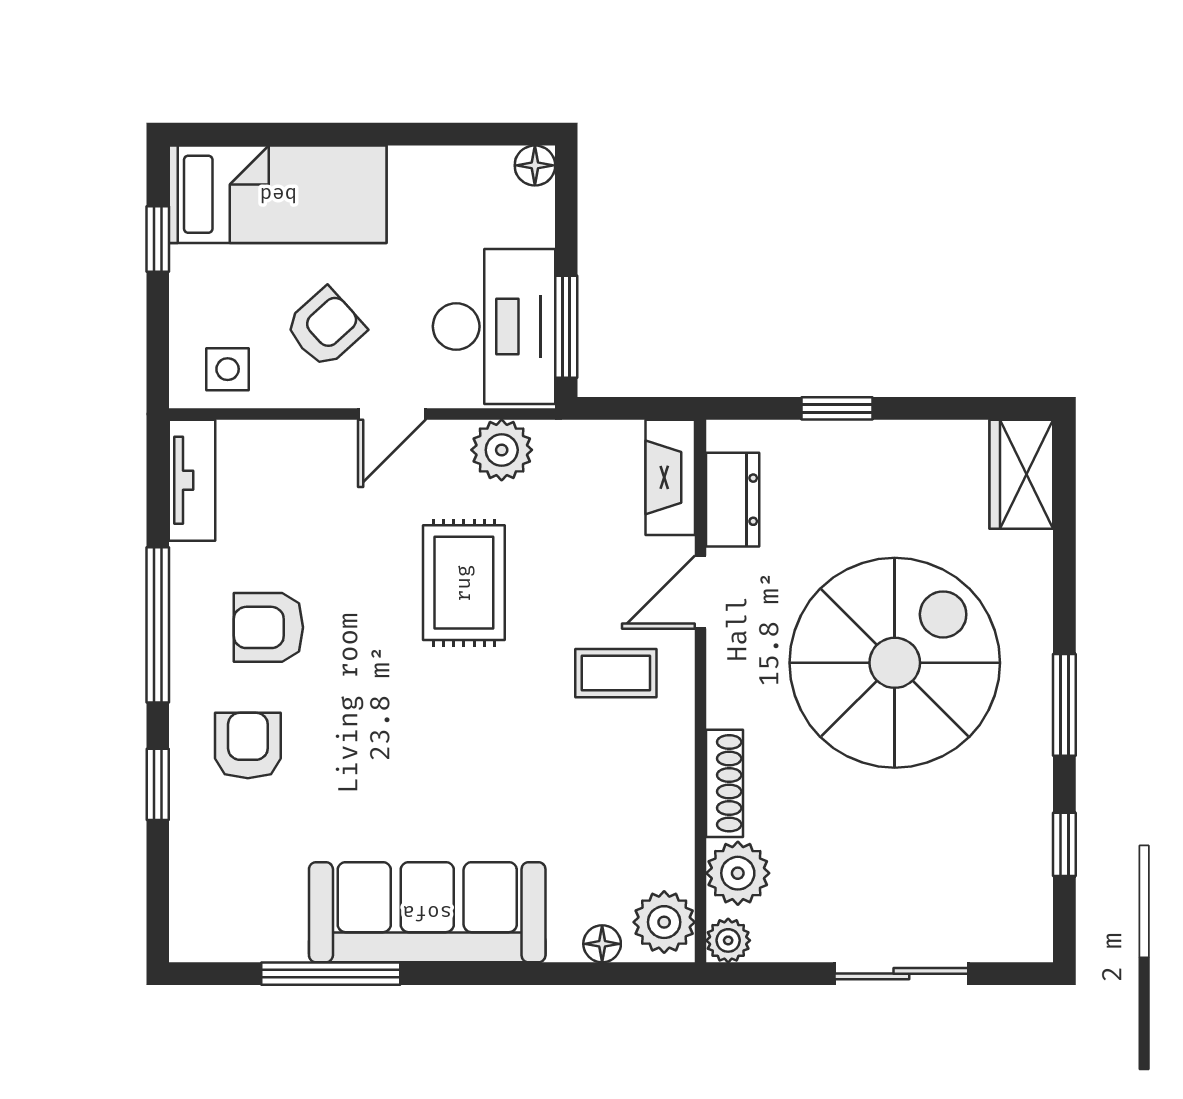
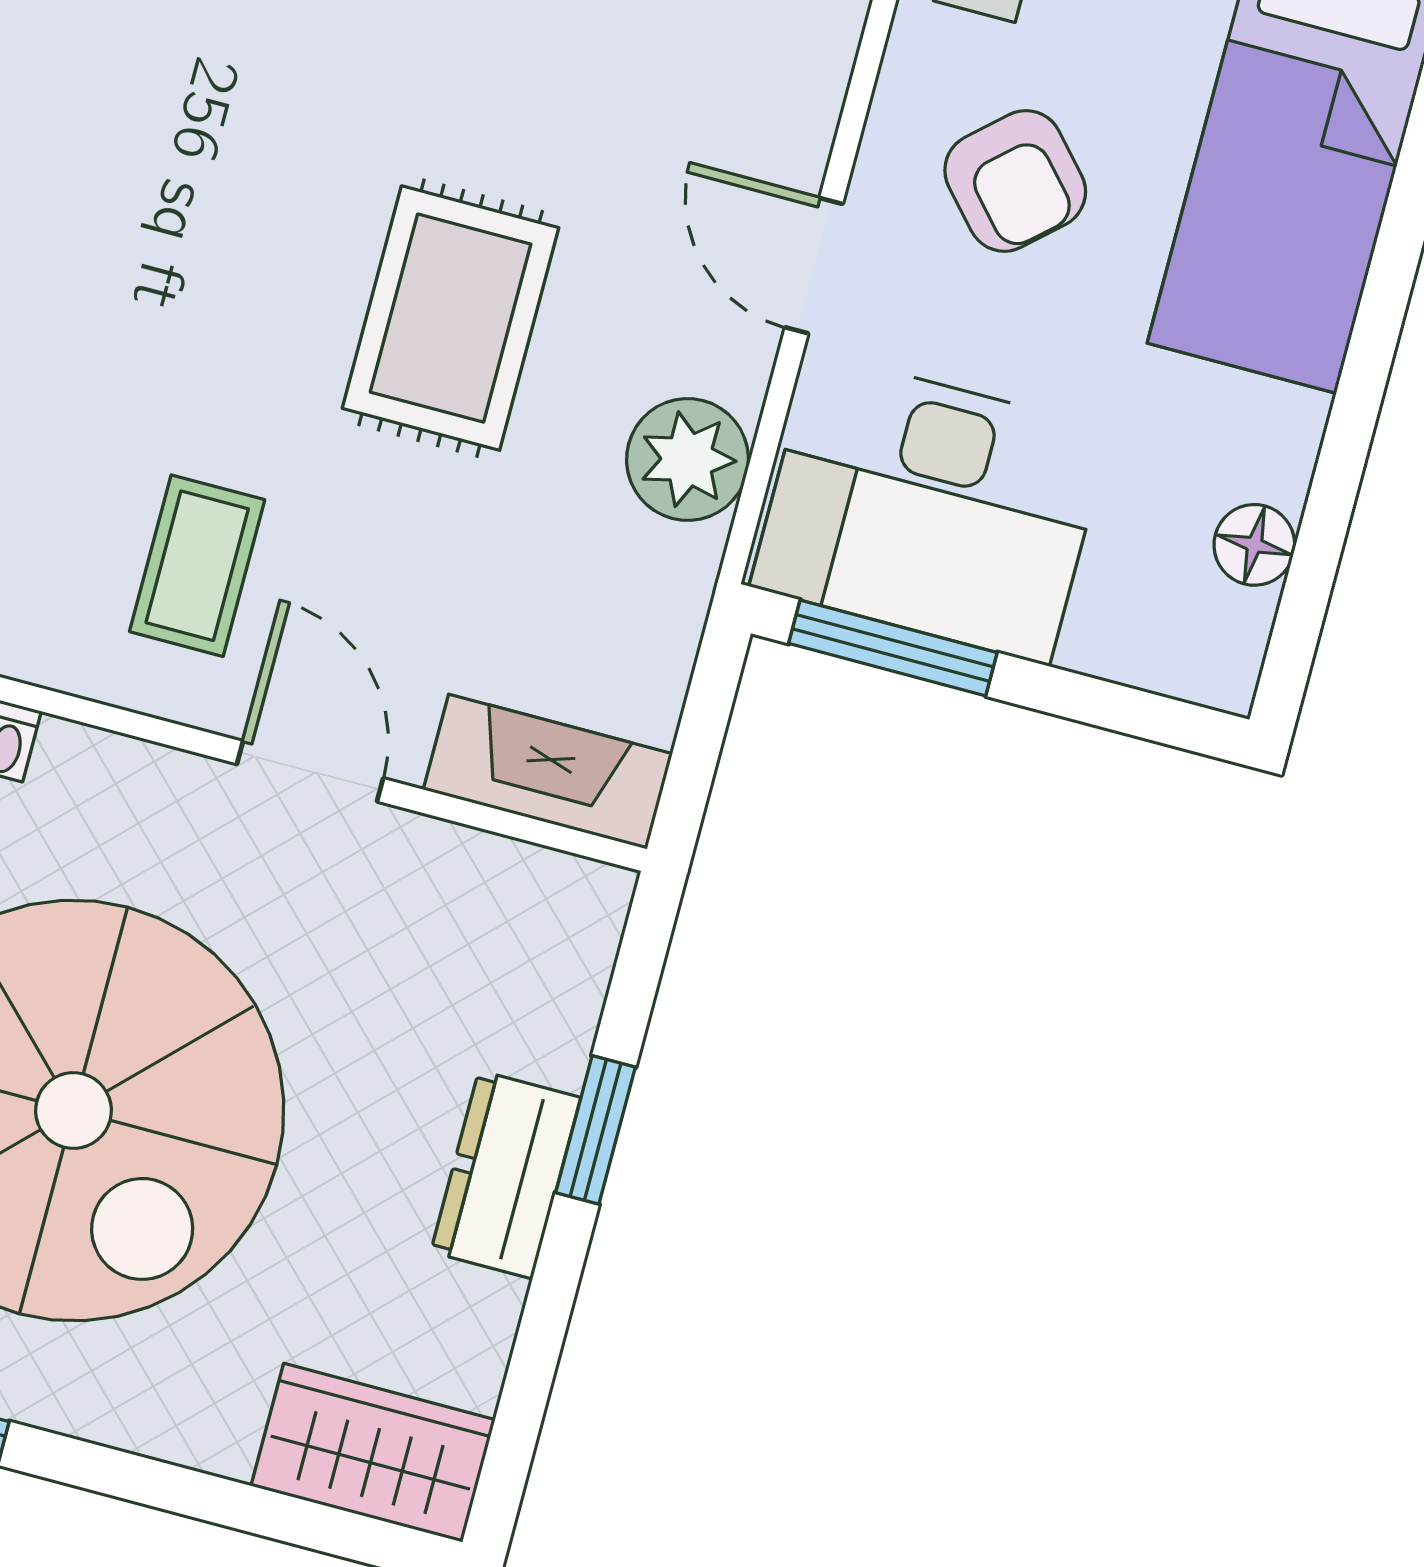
floor lamp: (535, 165) -> (1254, 545), moved
dresser: (733, 500) -> (506, 1175), moved, turned 90
rug: (464, 583) -> (451, 318), turned 90

